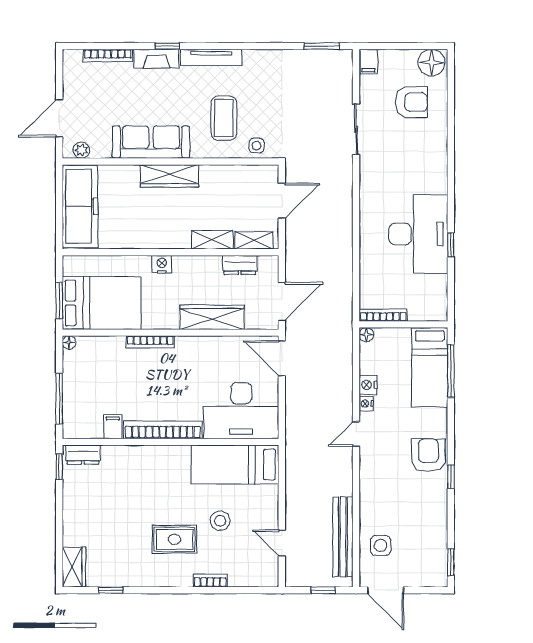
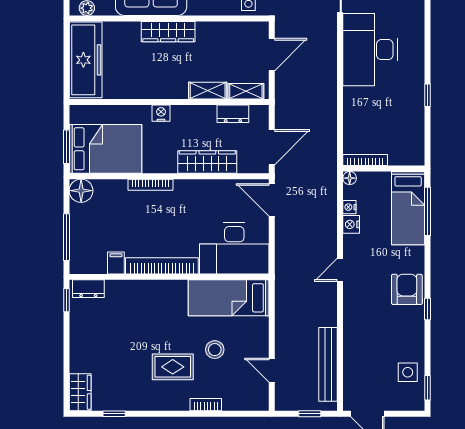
desk: (418, 234) -> (370, 50), moved, turned 180
floor lamp: (69, 342) -> (81, 191), width x1.89, depth x1.89
nightstand: (366, 404) -> (349, 207), moved
side table: (381, 545) -> (408, 372), moved

